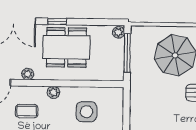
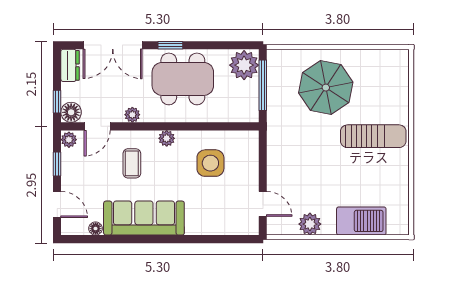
plant: (118, 32) -> (244, 65), width x1.88, depth x1.88
coffee table: (27, 111) -> (132, 163), turned 90

